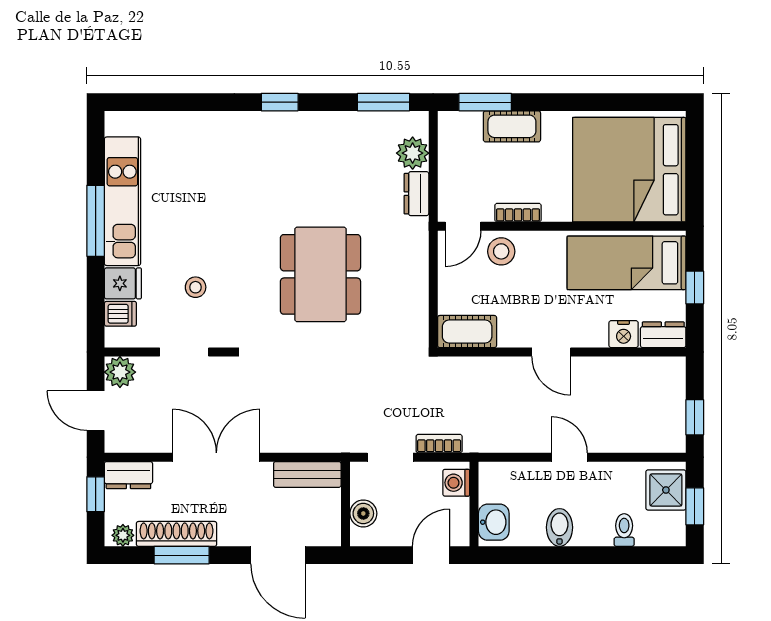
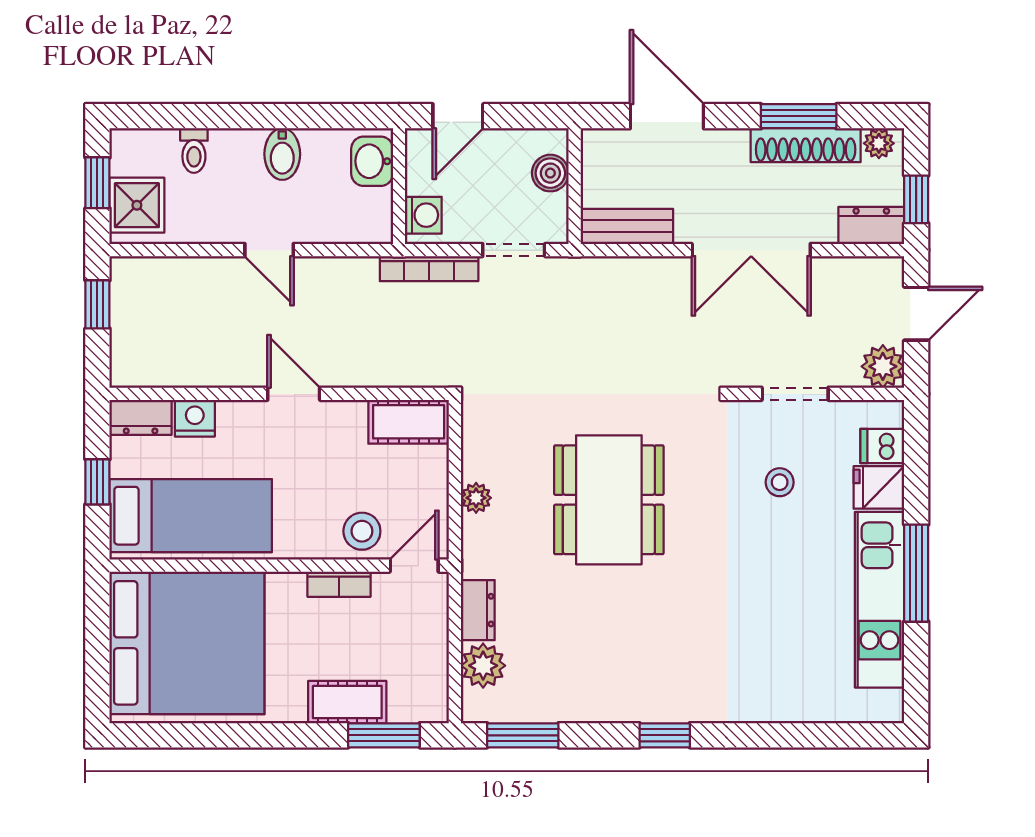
plant: (418, 276) -> (476, 498), added
door: (96, 411) -> (916, 314), hinge flipped
bookcase: (439, 444) -> (429, 269), width x1.56

